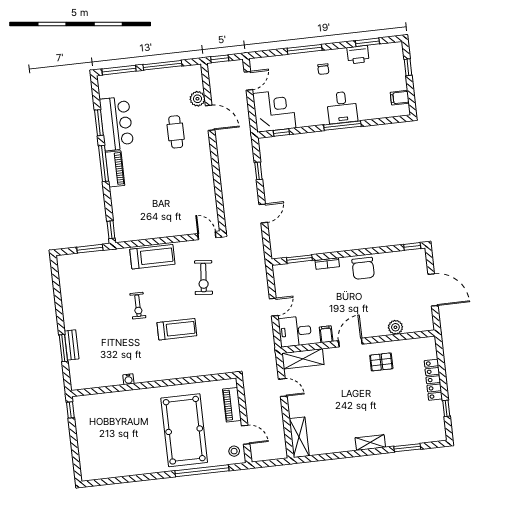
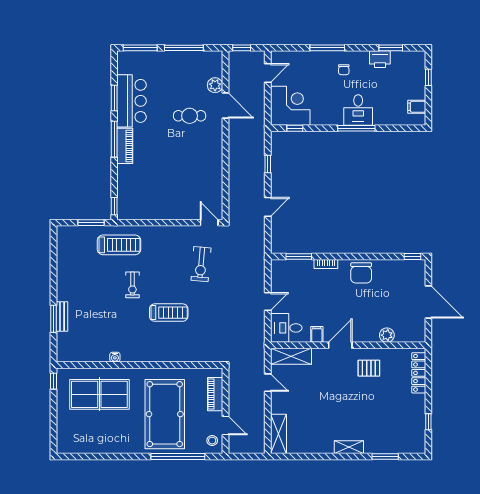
cafe table: (176, 132) -> (190, 116), turned 90
treadmill: (152, 257) -> (119, 245), moved
locker: (433, 380) -> (419, 373), moved
table tennis table: (117, 418) -> (99, 394), added

